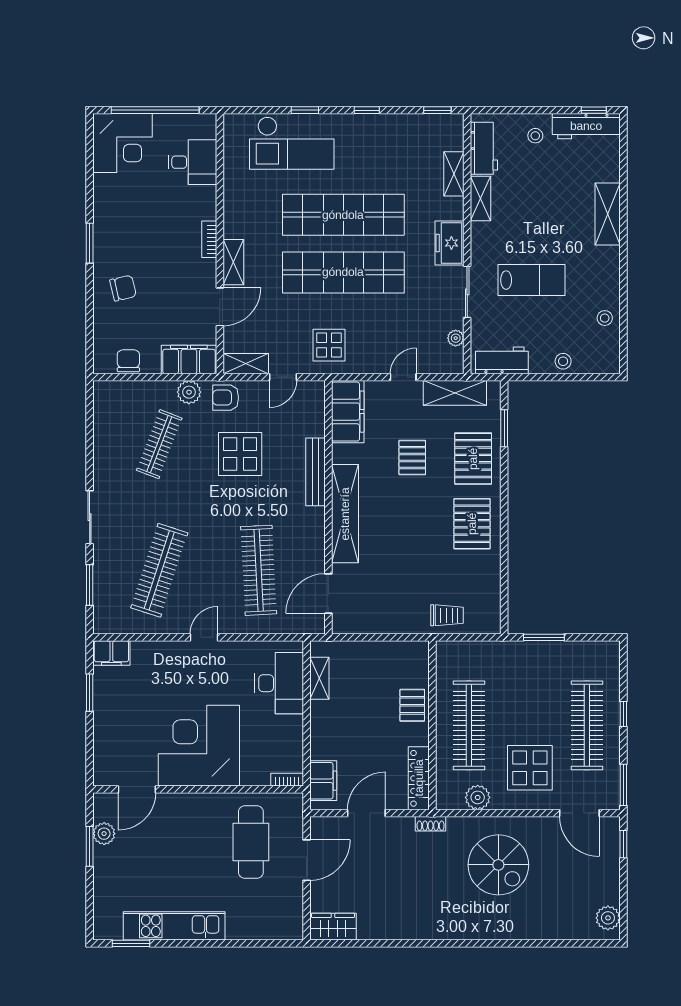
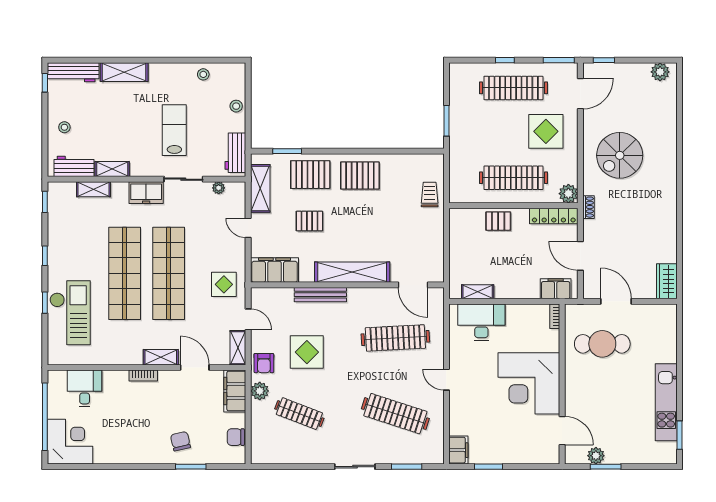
workbench: (586, 126) -> (73, 72), moved, turned 90
window: (90, 243) -> (191, 467), moved
plant: (478, 797) -> (568, 194), moved
spiral stairs: (498, 865) -> (620, 155), turned 180

